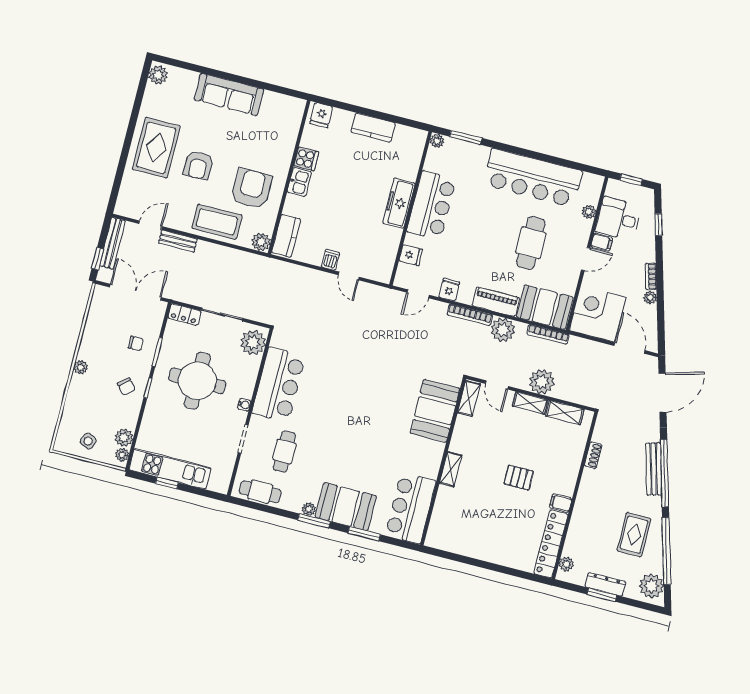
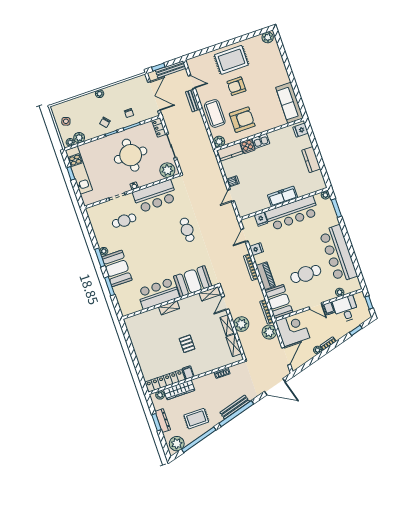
sofa: (229, 94) -> (289, 103), moved
cooker: (306, 159) -> (248, 146), moved
bar counter: (431, 205) -> (292, 213), width x1.36
door: (418, 294) -> (244, 235), hinge flipped
plant: (503, 330) -> (269, 332), moved
cafe table: (260, 492) -> (187, 230), moved
bar counter: (411, 508) -> (158, 293), moved
wardrobe: (577, 532) -> (179, 390), added

